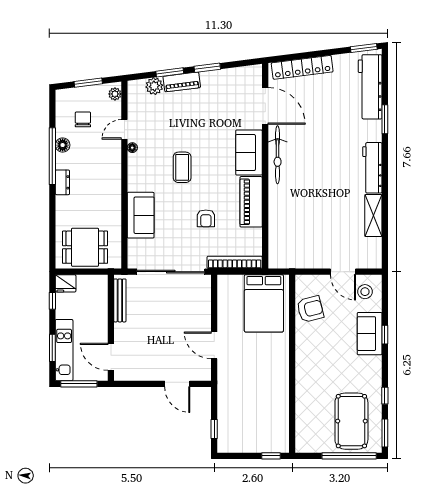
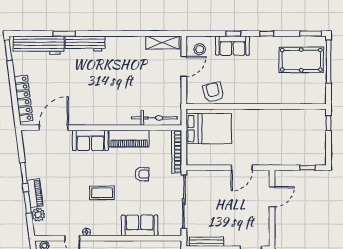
bicycle: (278, 155) -> (154, 118), moved
workbench: (372, 168) -> (85, 43), moved
shelving: (373, 216) -> (162, 43), moved
window: (385, 396) -> (267, 34), moved

